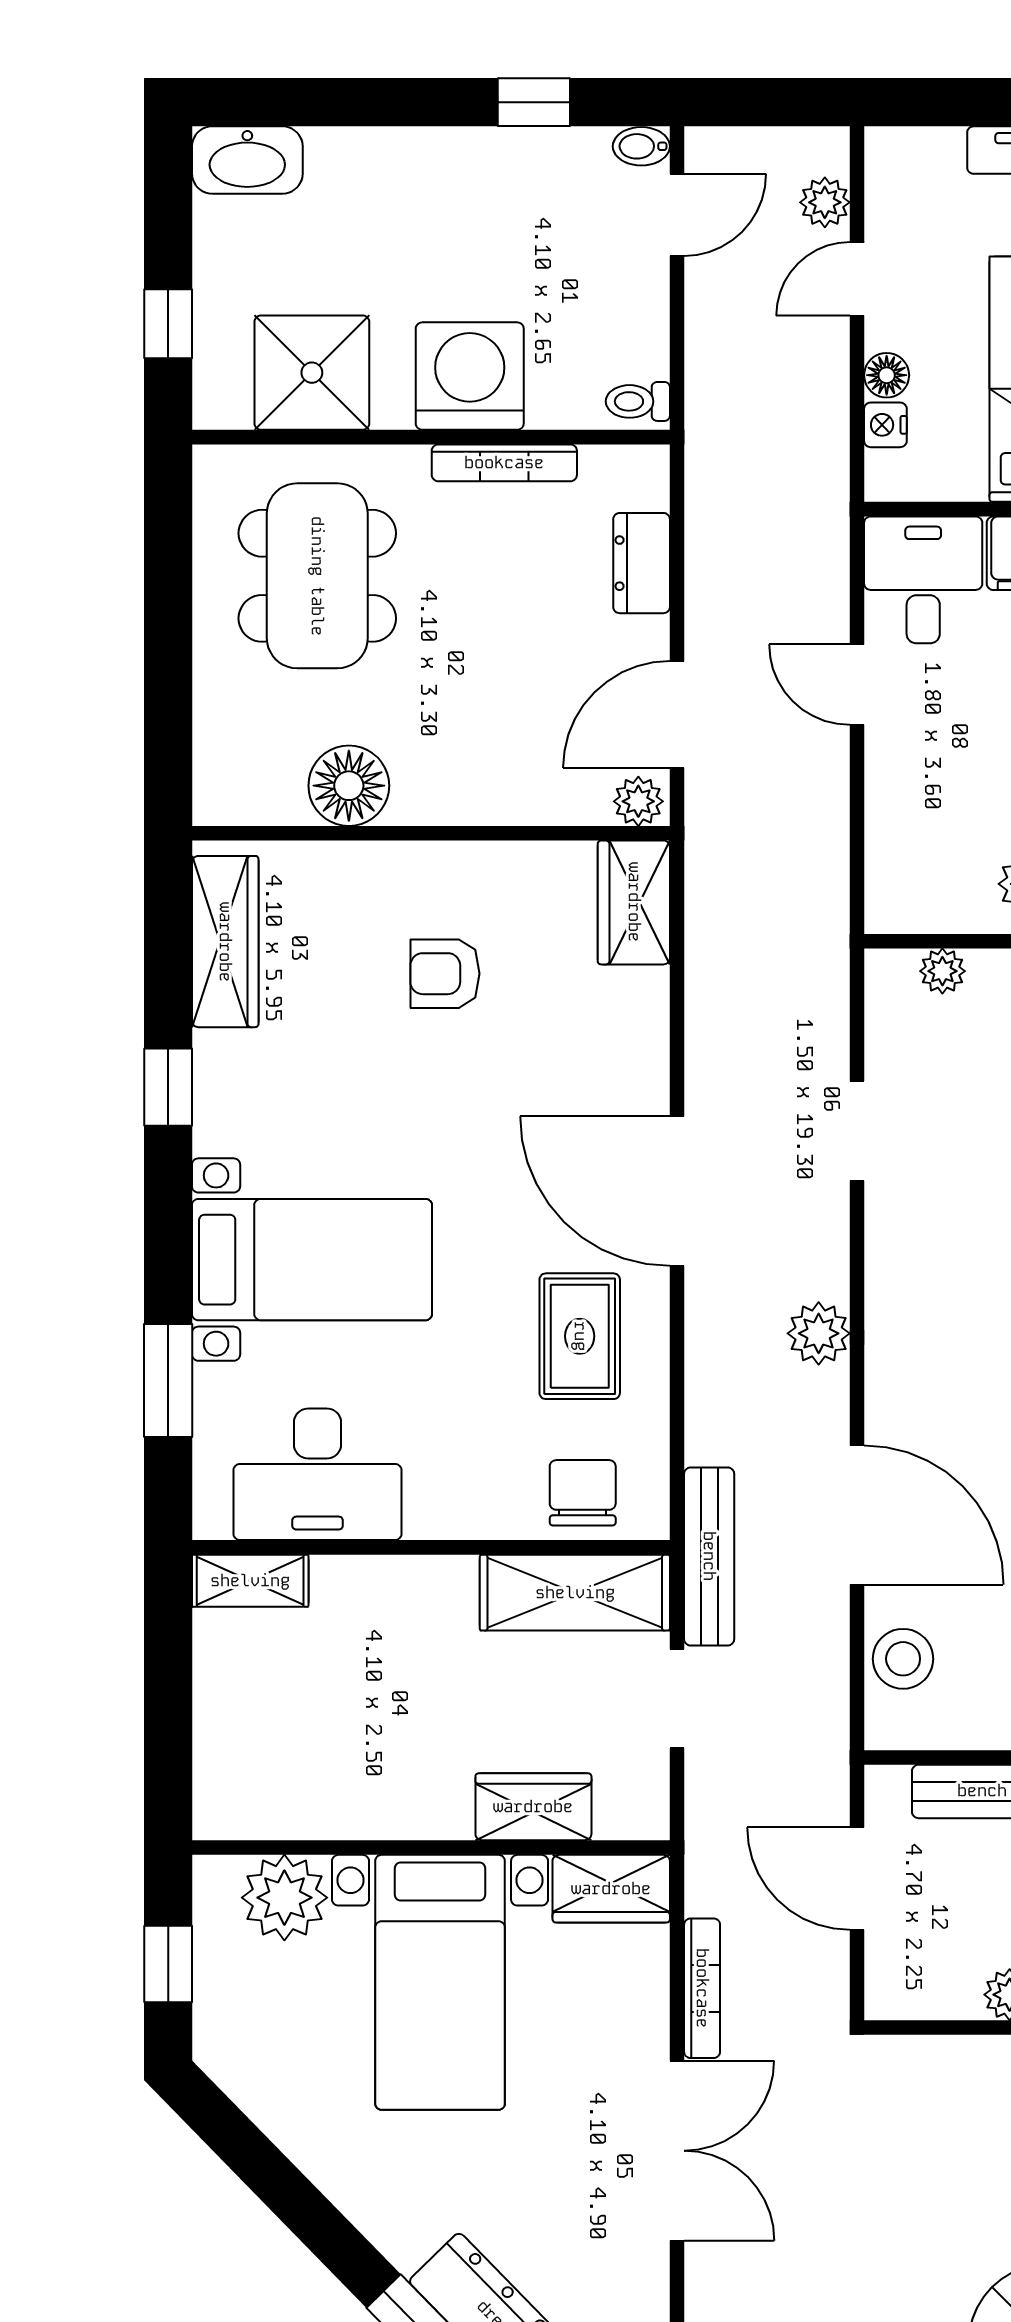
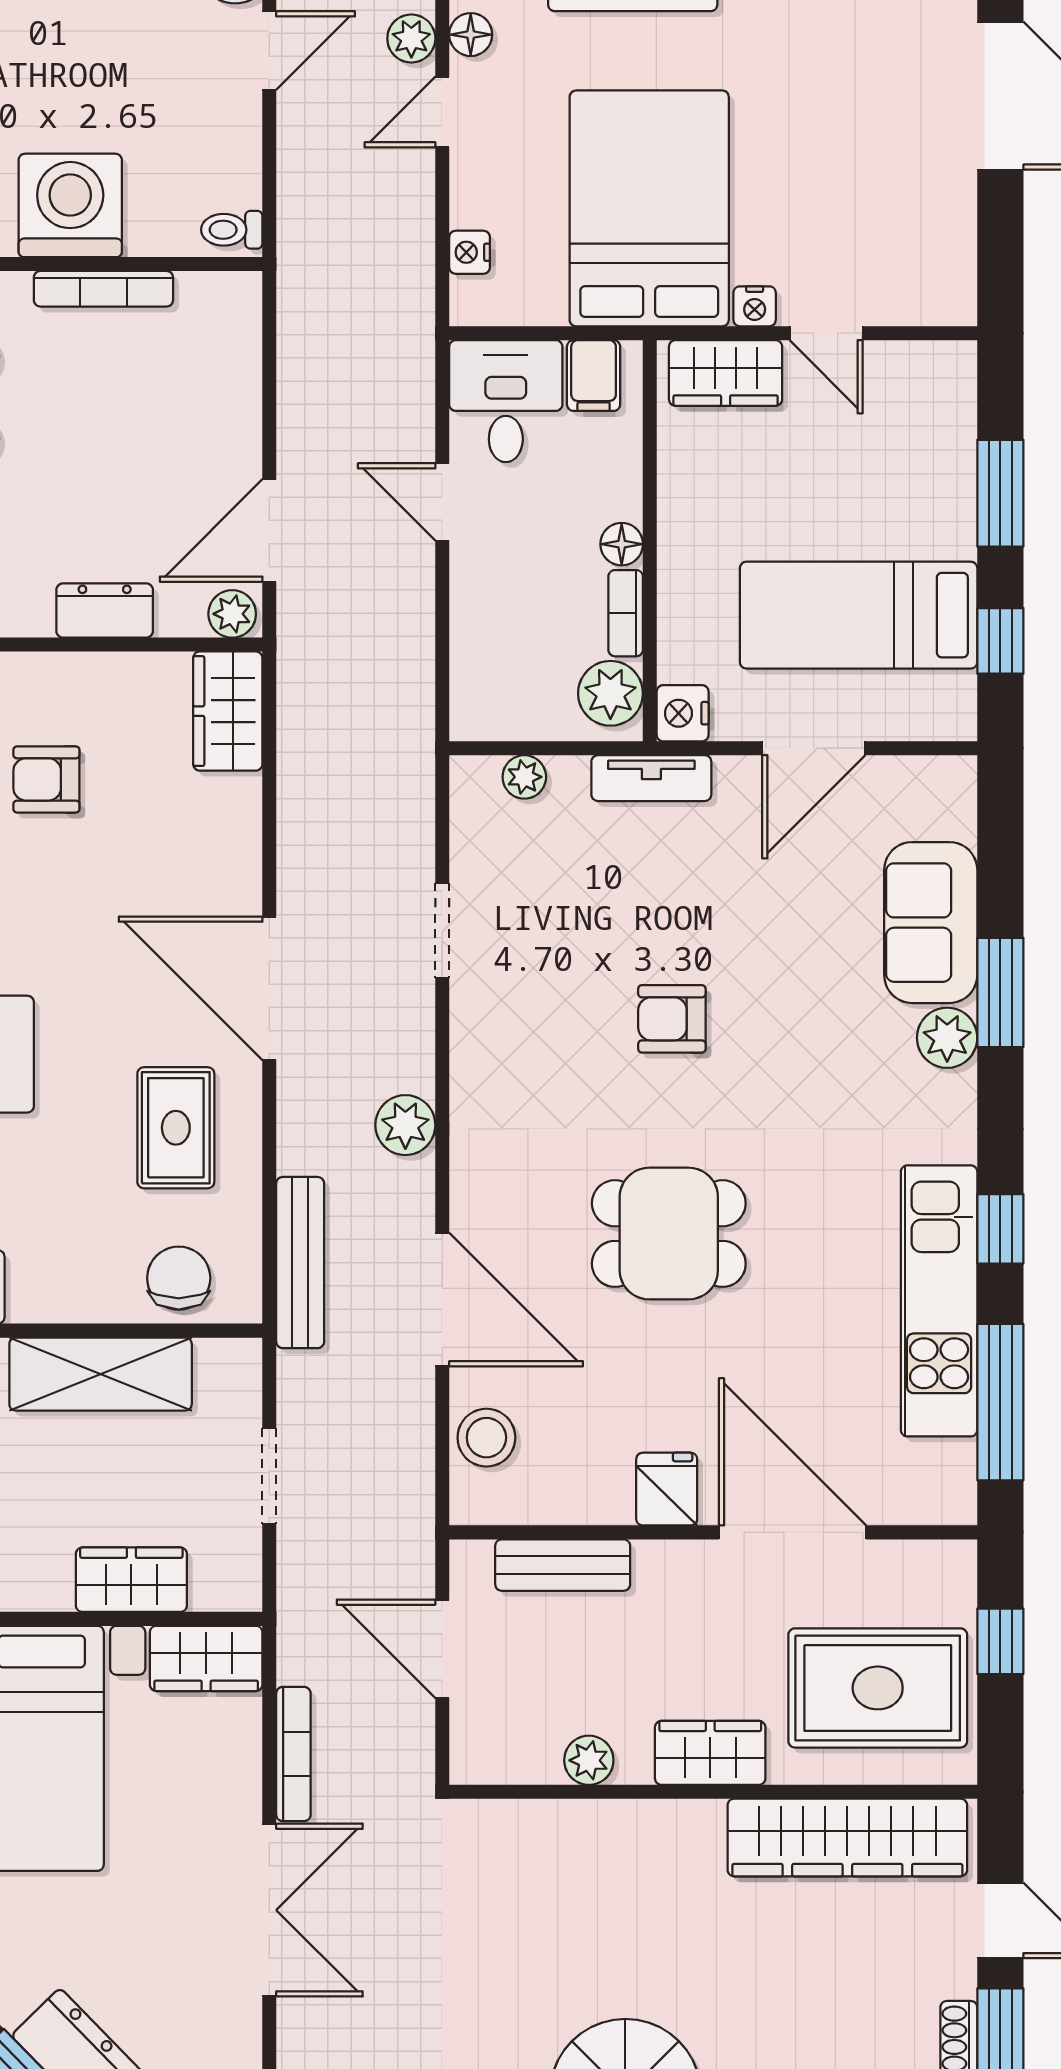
floor lamp: (887, 375) -> (471, 35), moved
dresser: (642, 563) -> (105, 610), moved, turned 90
bench: (709, 1556) -> (300, 1263), moved
shelving: (575, 1593) -> (101, 1374), moved

